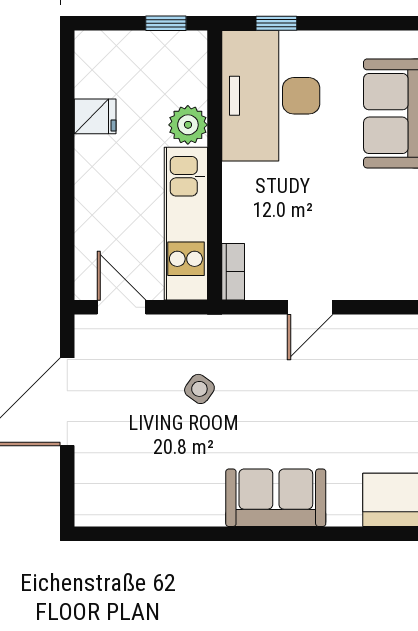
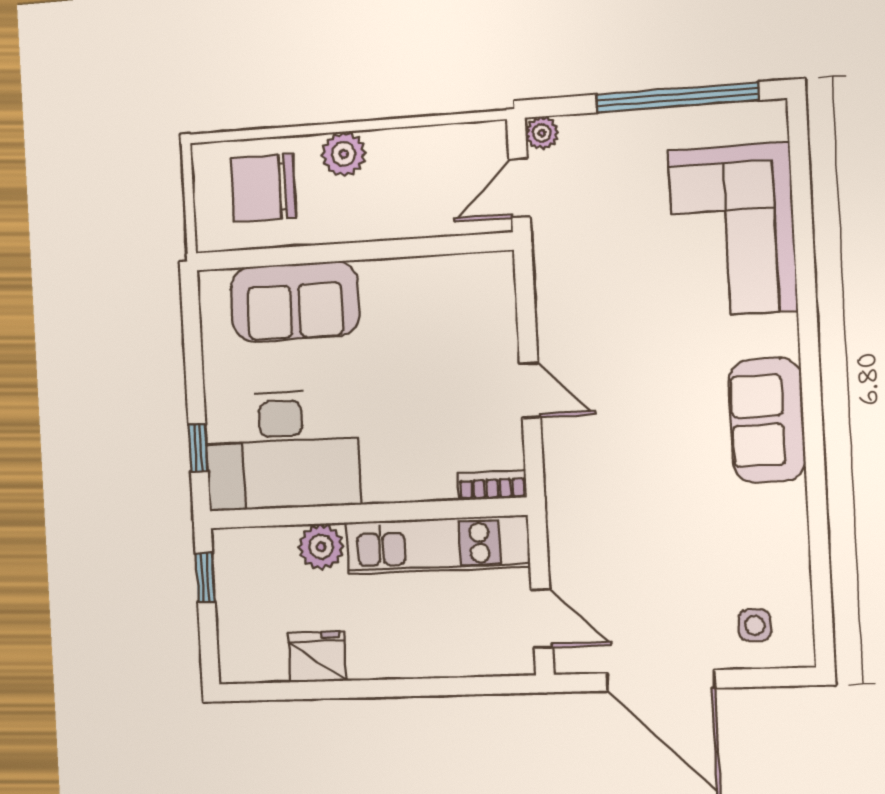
fridge: (95, 116) -> (317, 657), width x1.38
door: (121, 307) -> (542, 618), swing flipped
side table: (199, 389) -> (755, 625), moved, turned -36

